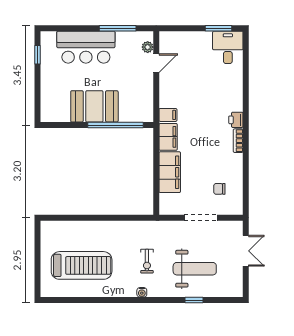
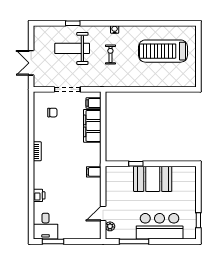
printer: (236, 120) -> (39, 195), moved
window: (115, 125) -> (136, 164), width x0.32
filing cabinet: (168, 137) -> (94, 103), moved, width x0.50

